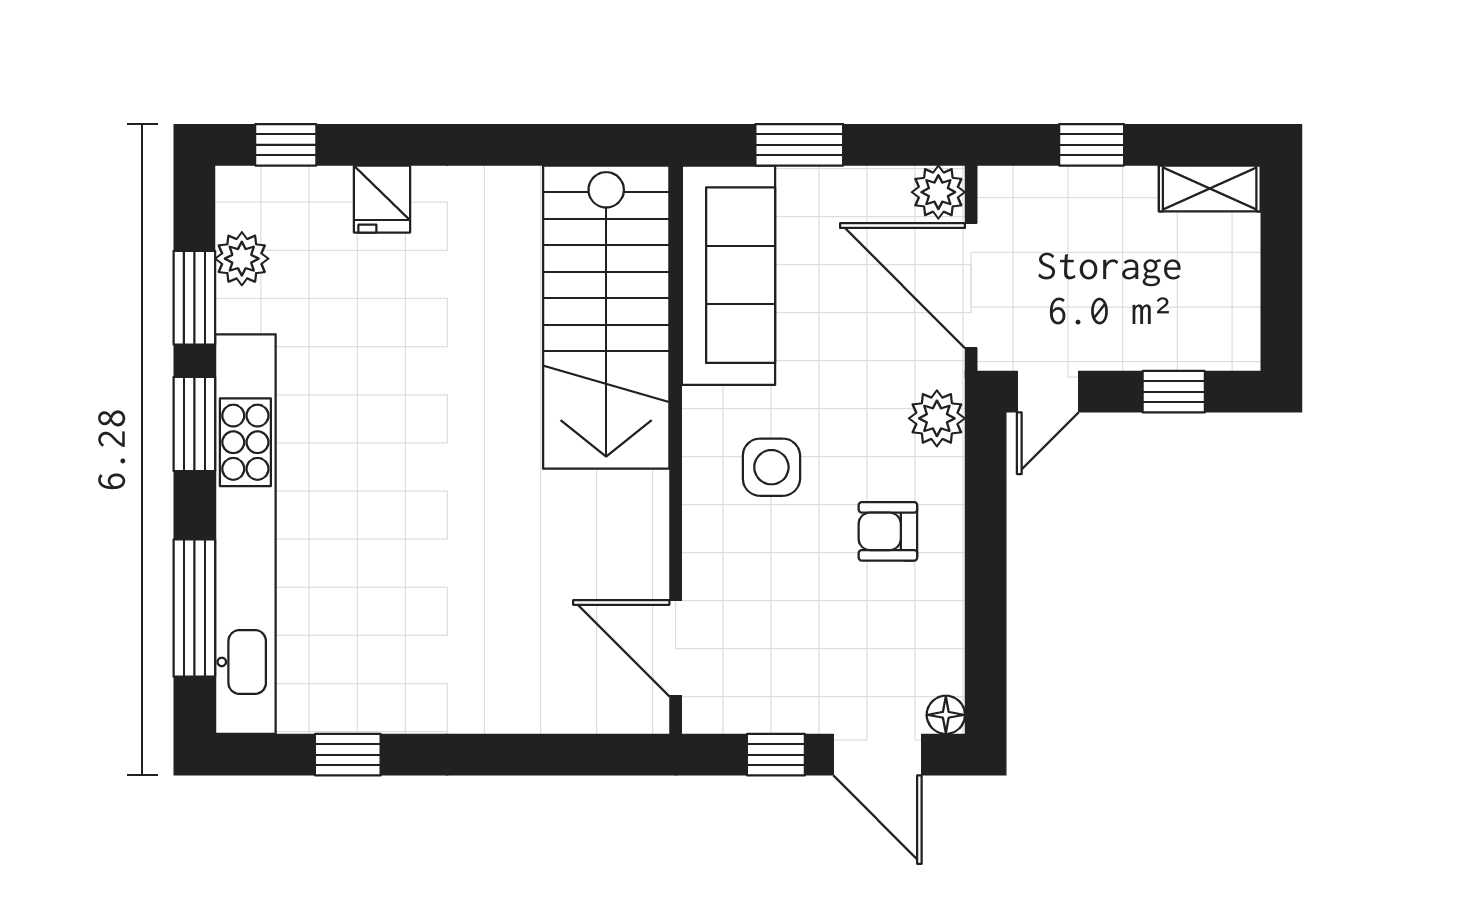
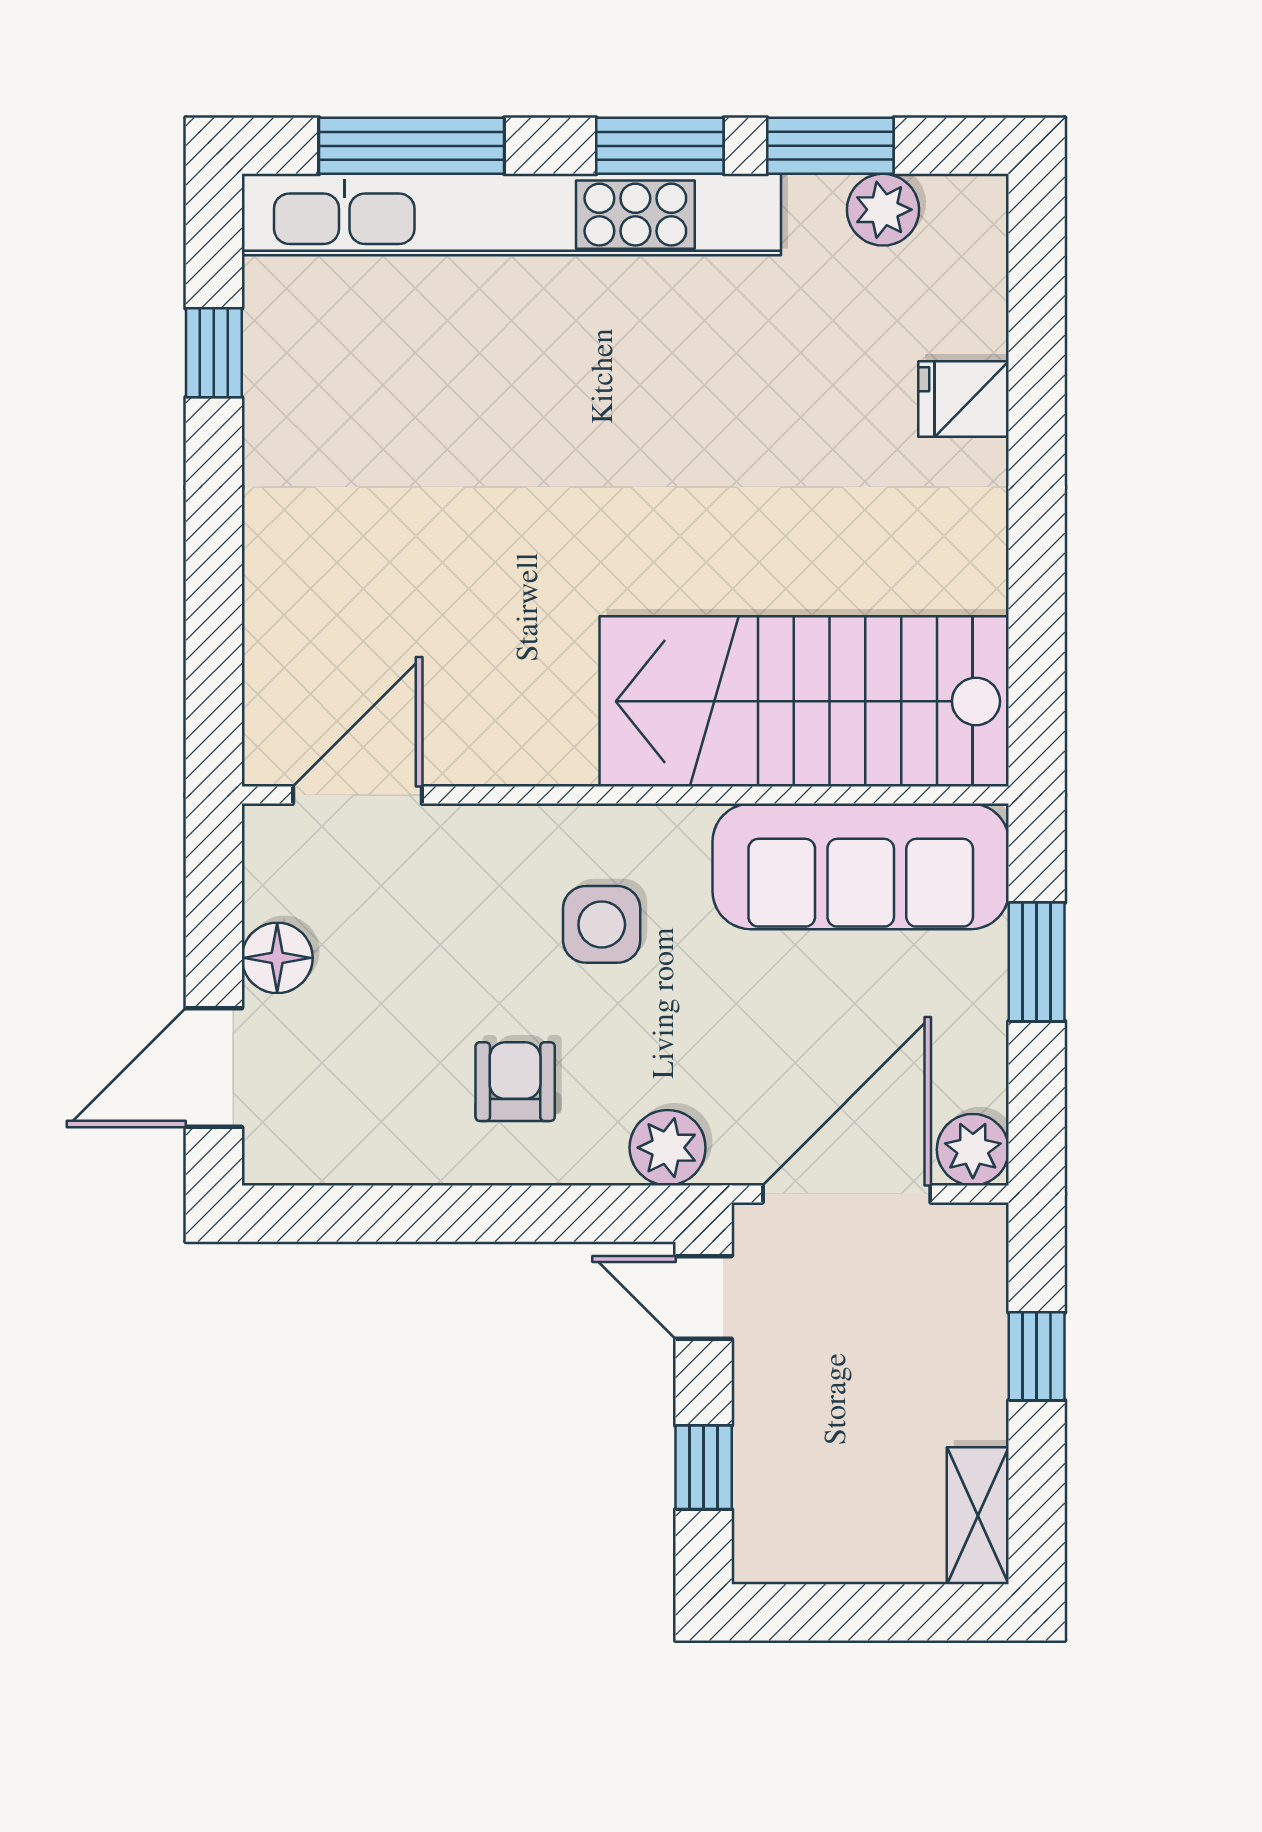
window: (286, 145) -> (1037, 269), removed
floor lamp: (946, 715) -> (277, 958), moved, width x1.37, depth x1.37
window: (776, 755) -> (214, 930), removed

